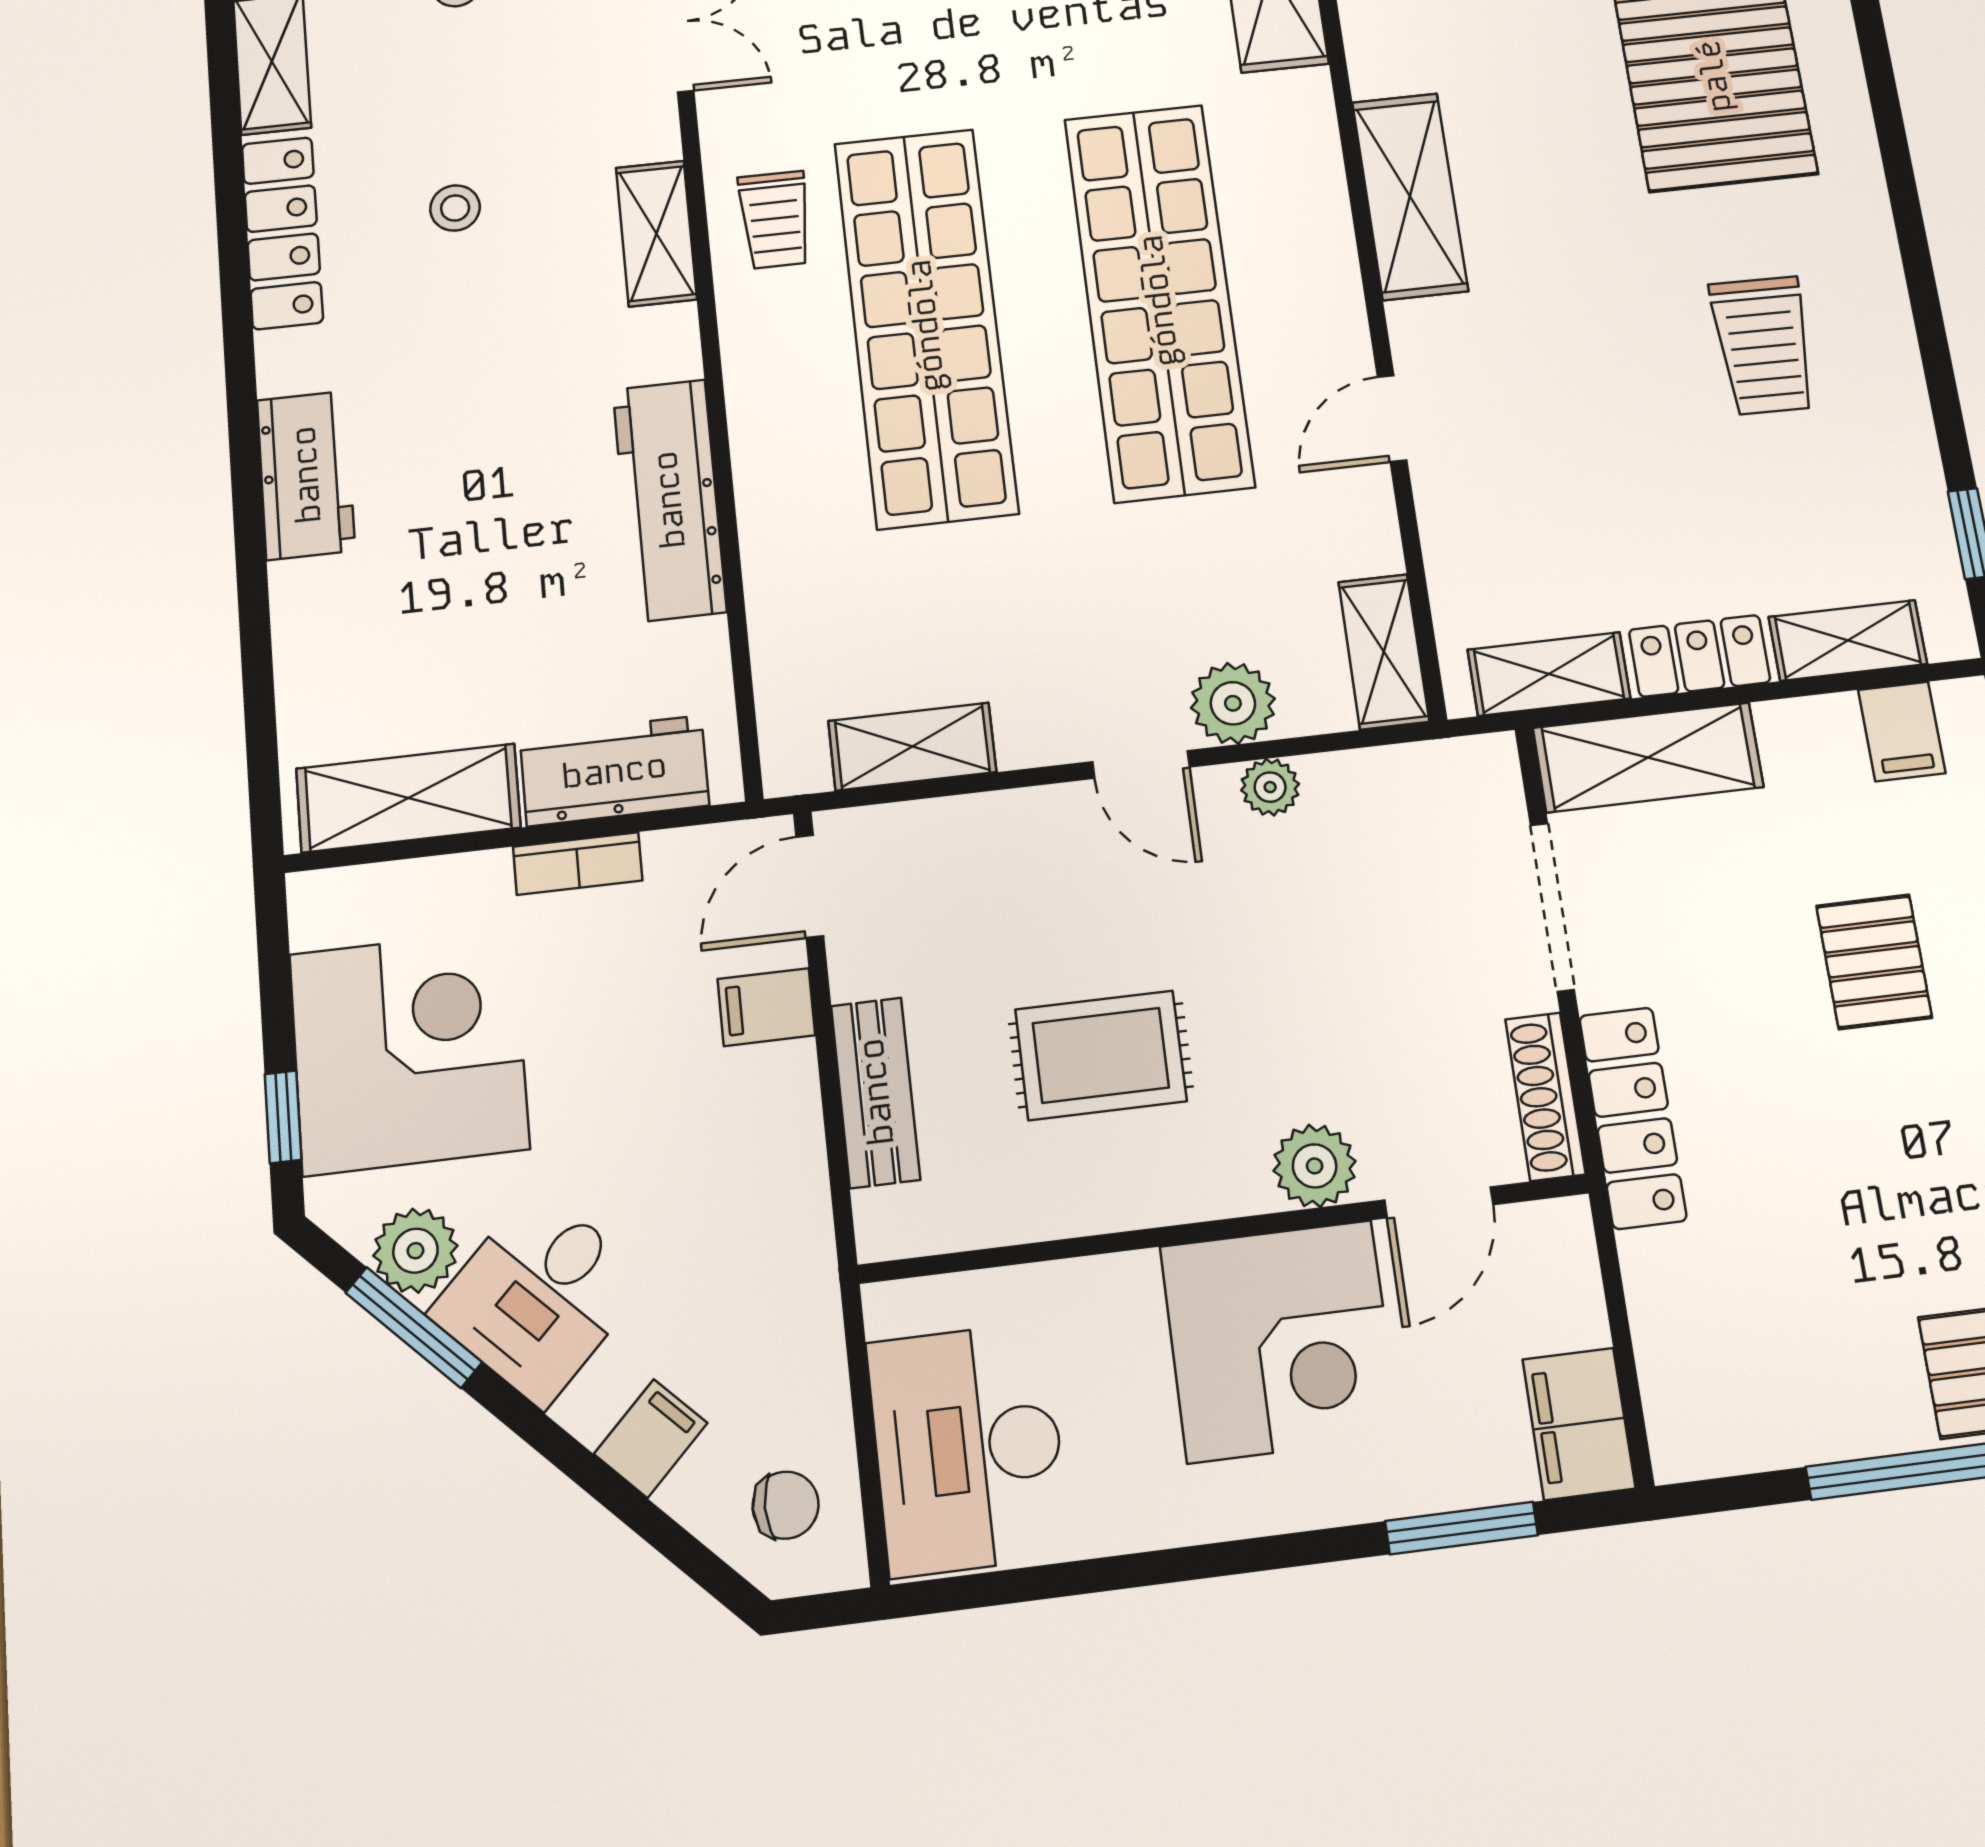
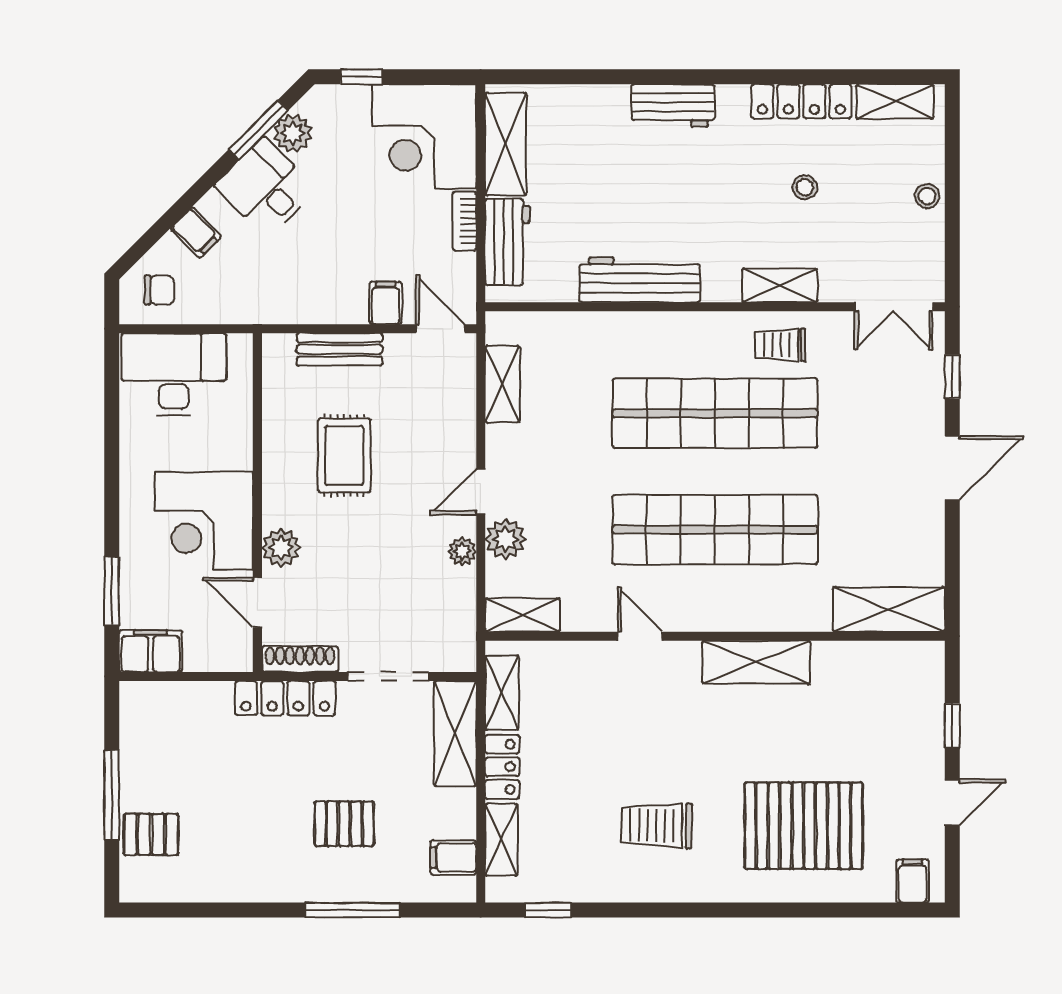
corner desk: (409, 1051) -> (424, 136), moved, turned 90
chair: (786, 1505) -> (159, 290), turned -90

